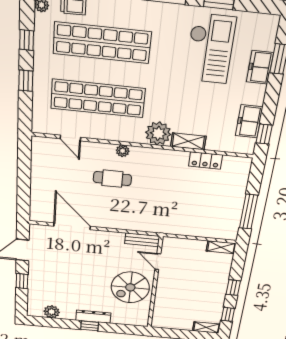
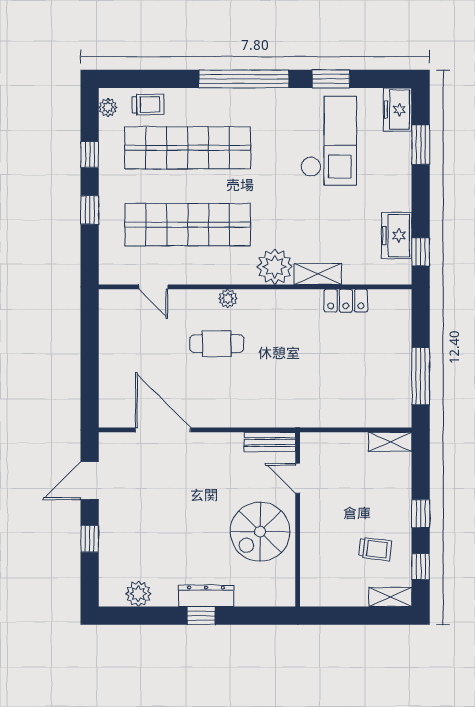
freezer: (260, 67) -> (398, 110), moved
trolley: (201, 303) -> (375, 549), added

